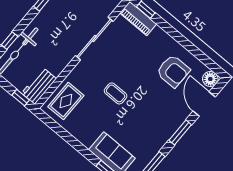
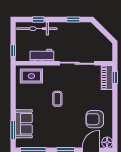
armchair: (173, 71) -> (95, 119), turned 90
workbench: (39, 86) -> (42, 55), moved

